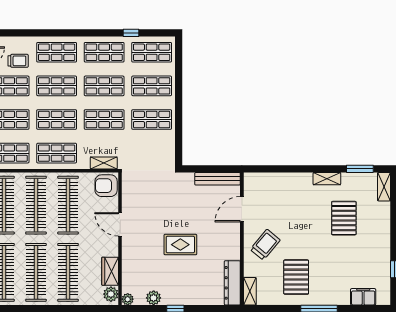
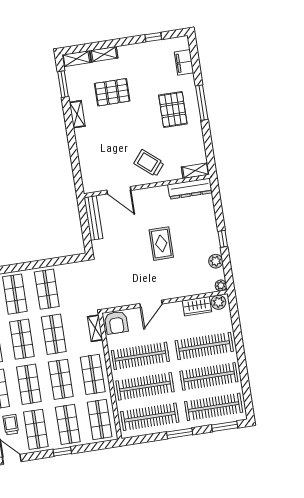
shelving: (384, 216) -> (104, 54), added
pallet: (296, 277) -> (173, 109), moved, turned 90

